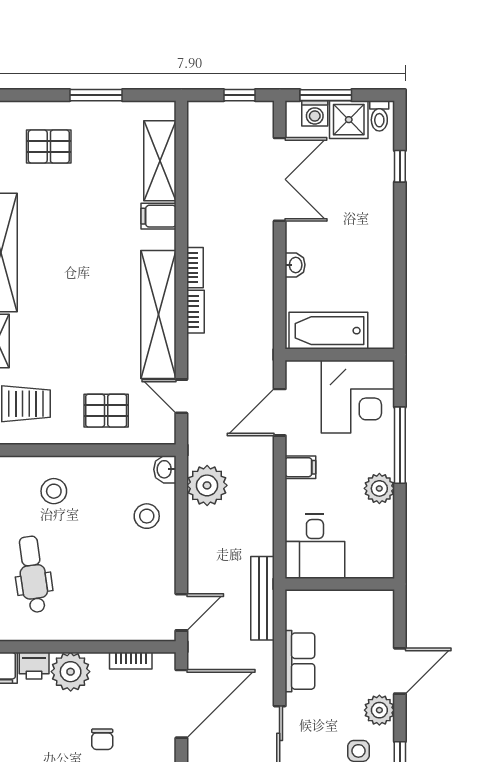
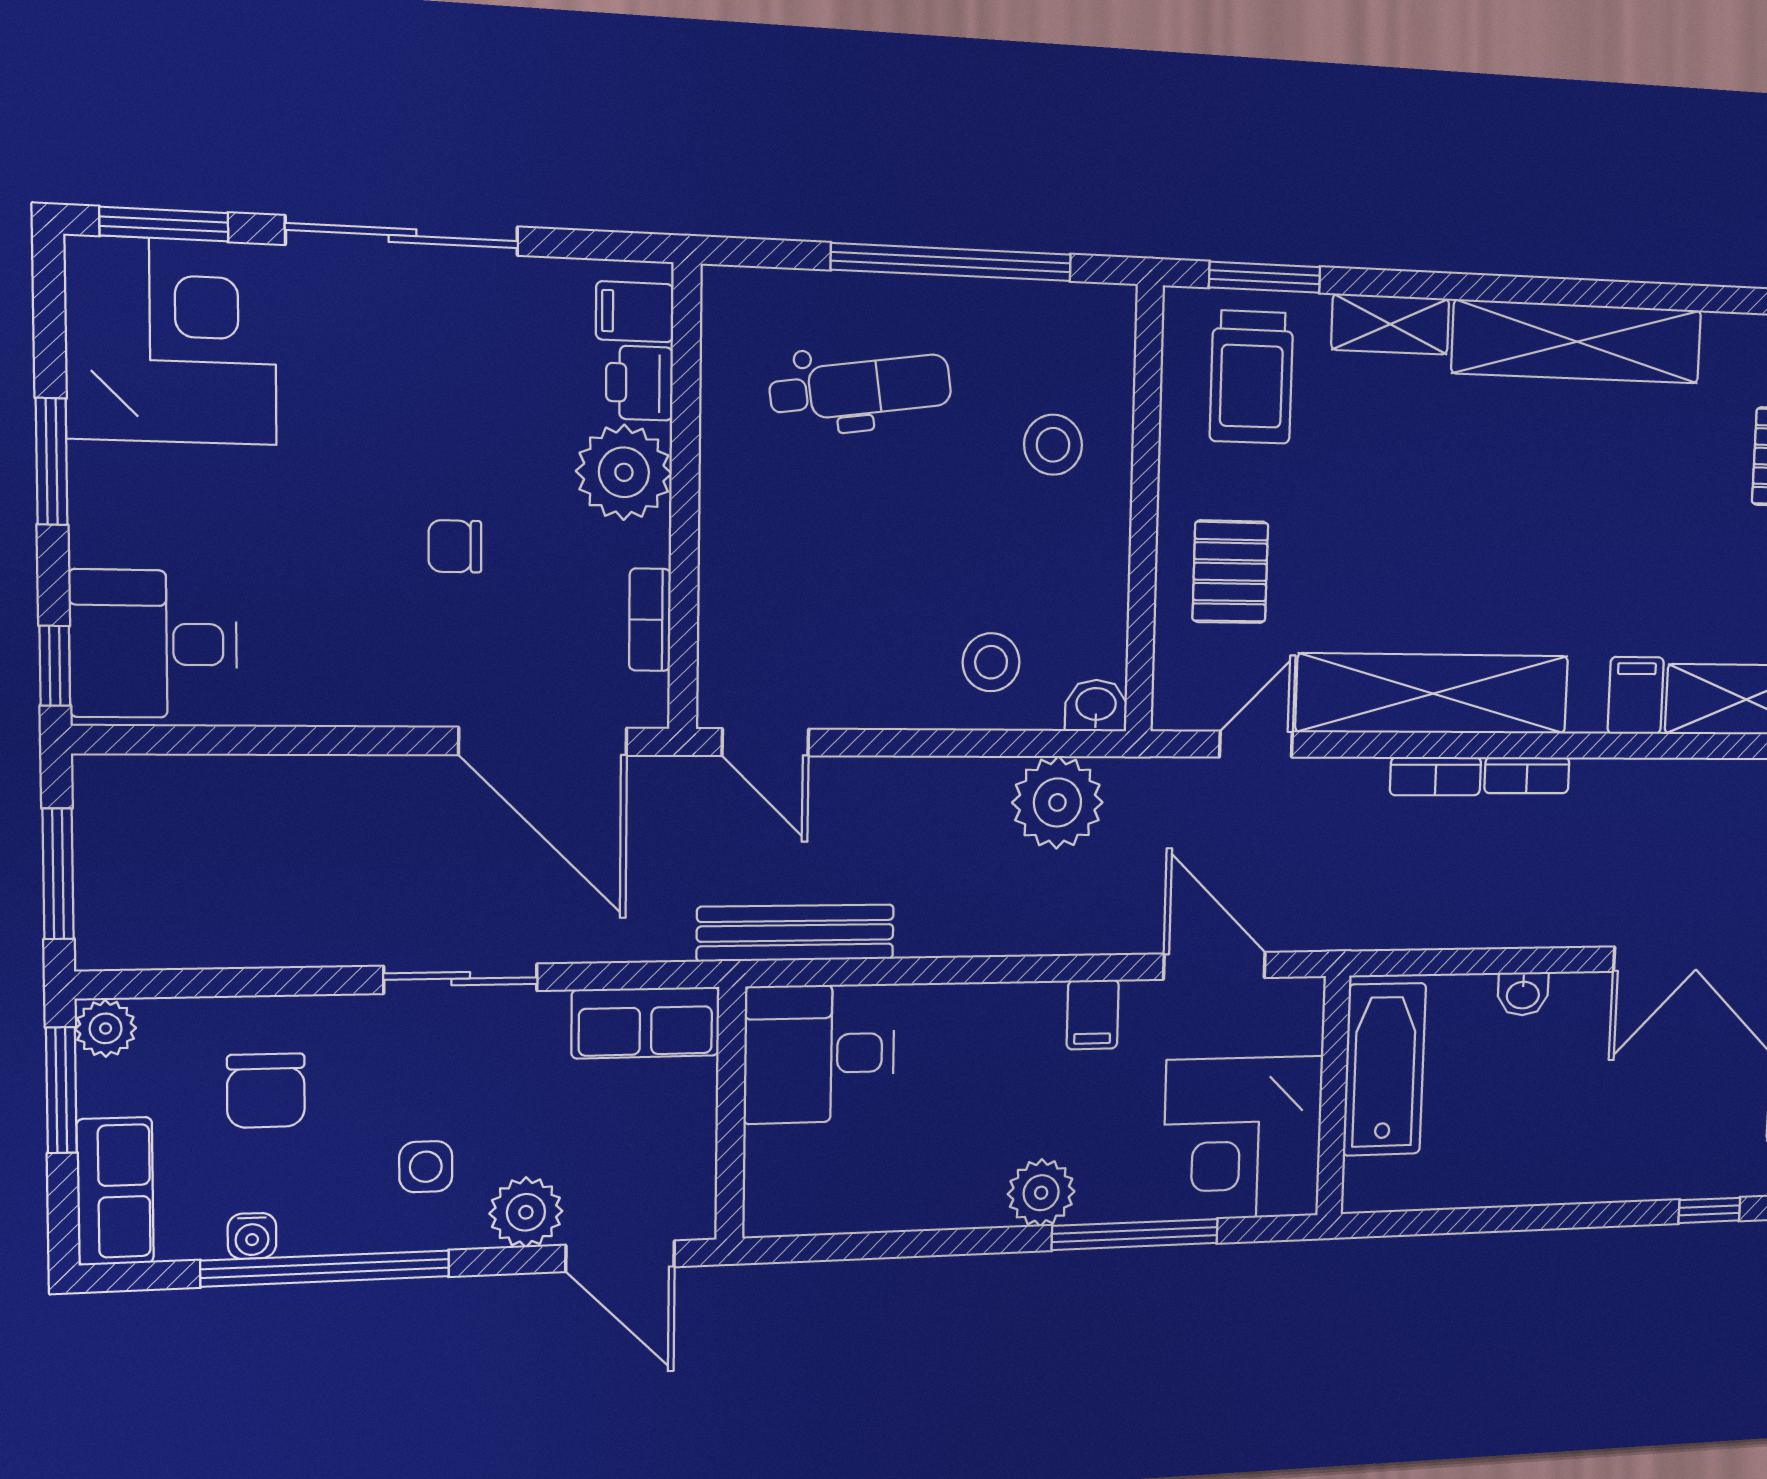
desk: (315, 546) -> (819, 1054), moved
wall: (340, 584) -> (731, 1114), moved

